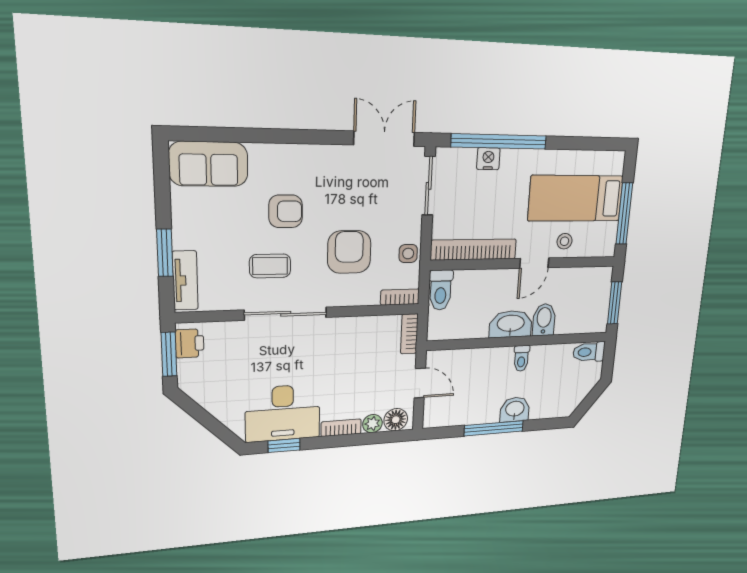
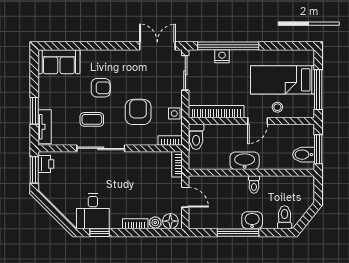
bidet: (544, 320) -> (303, 155), moved, turned -90
toilet: (589, 352) -> (285, 217), moved, turned 90
desk: (283, 413) -> (93, 211), width x0.73

